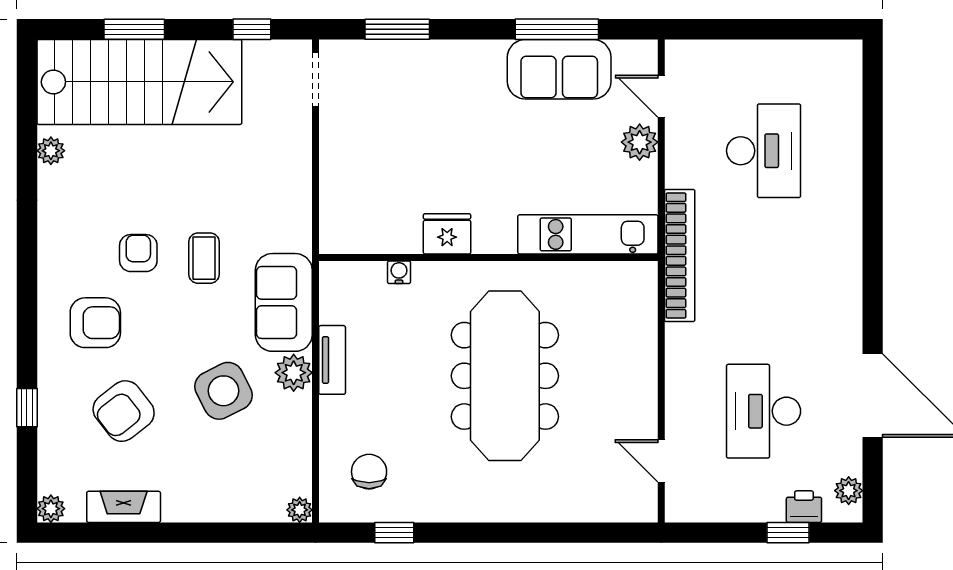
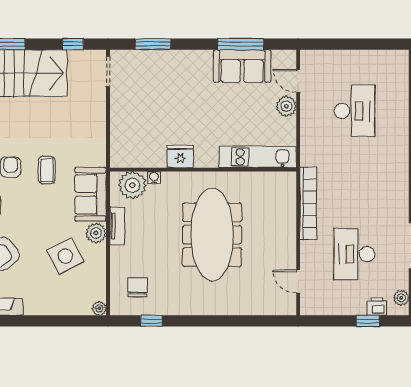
bookcase: (680, 256) -> (308, 203), moved
plant: (360, 286) -> (132, 185), added
side table: (224, 391) -> (65, 256), moved

